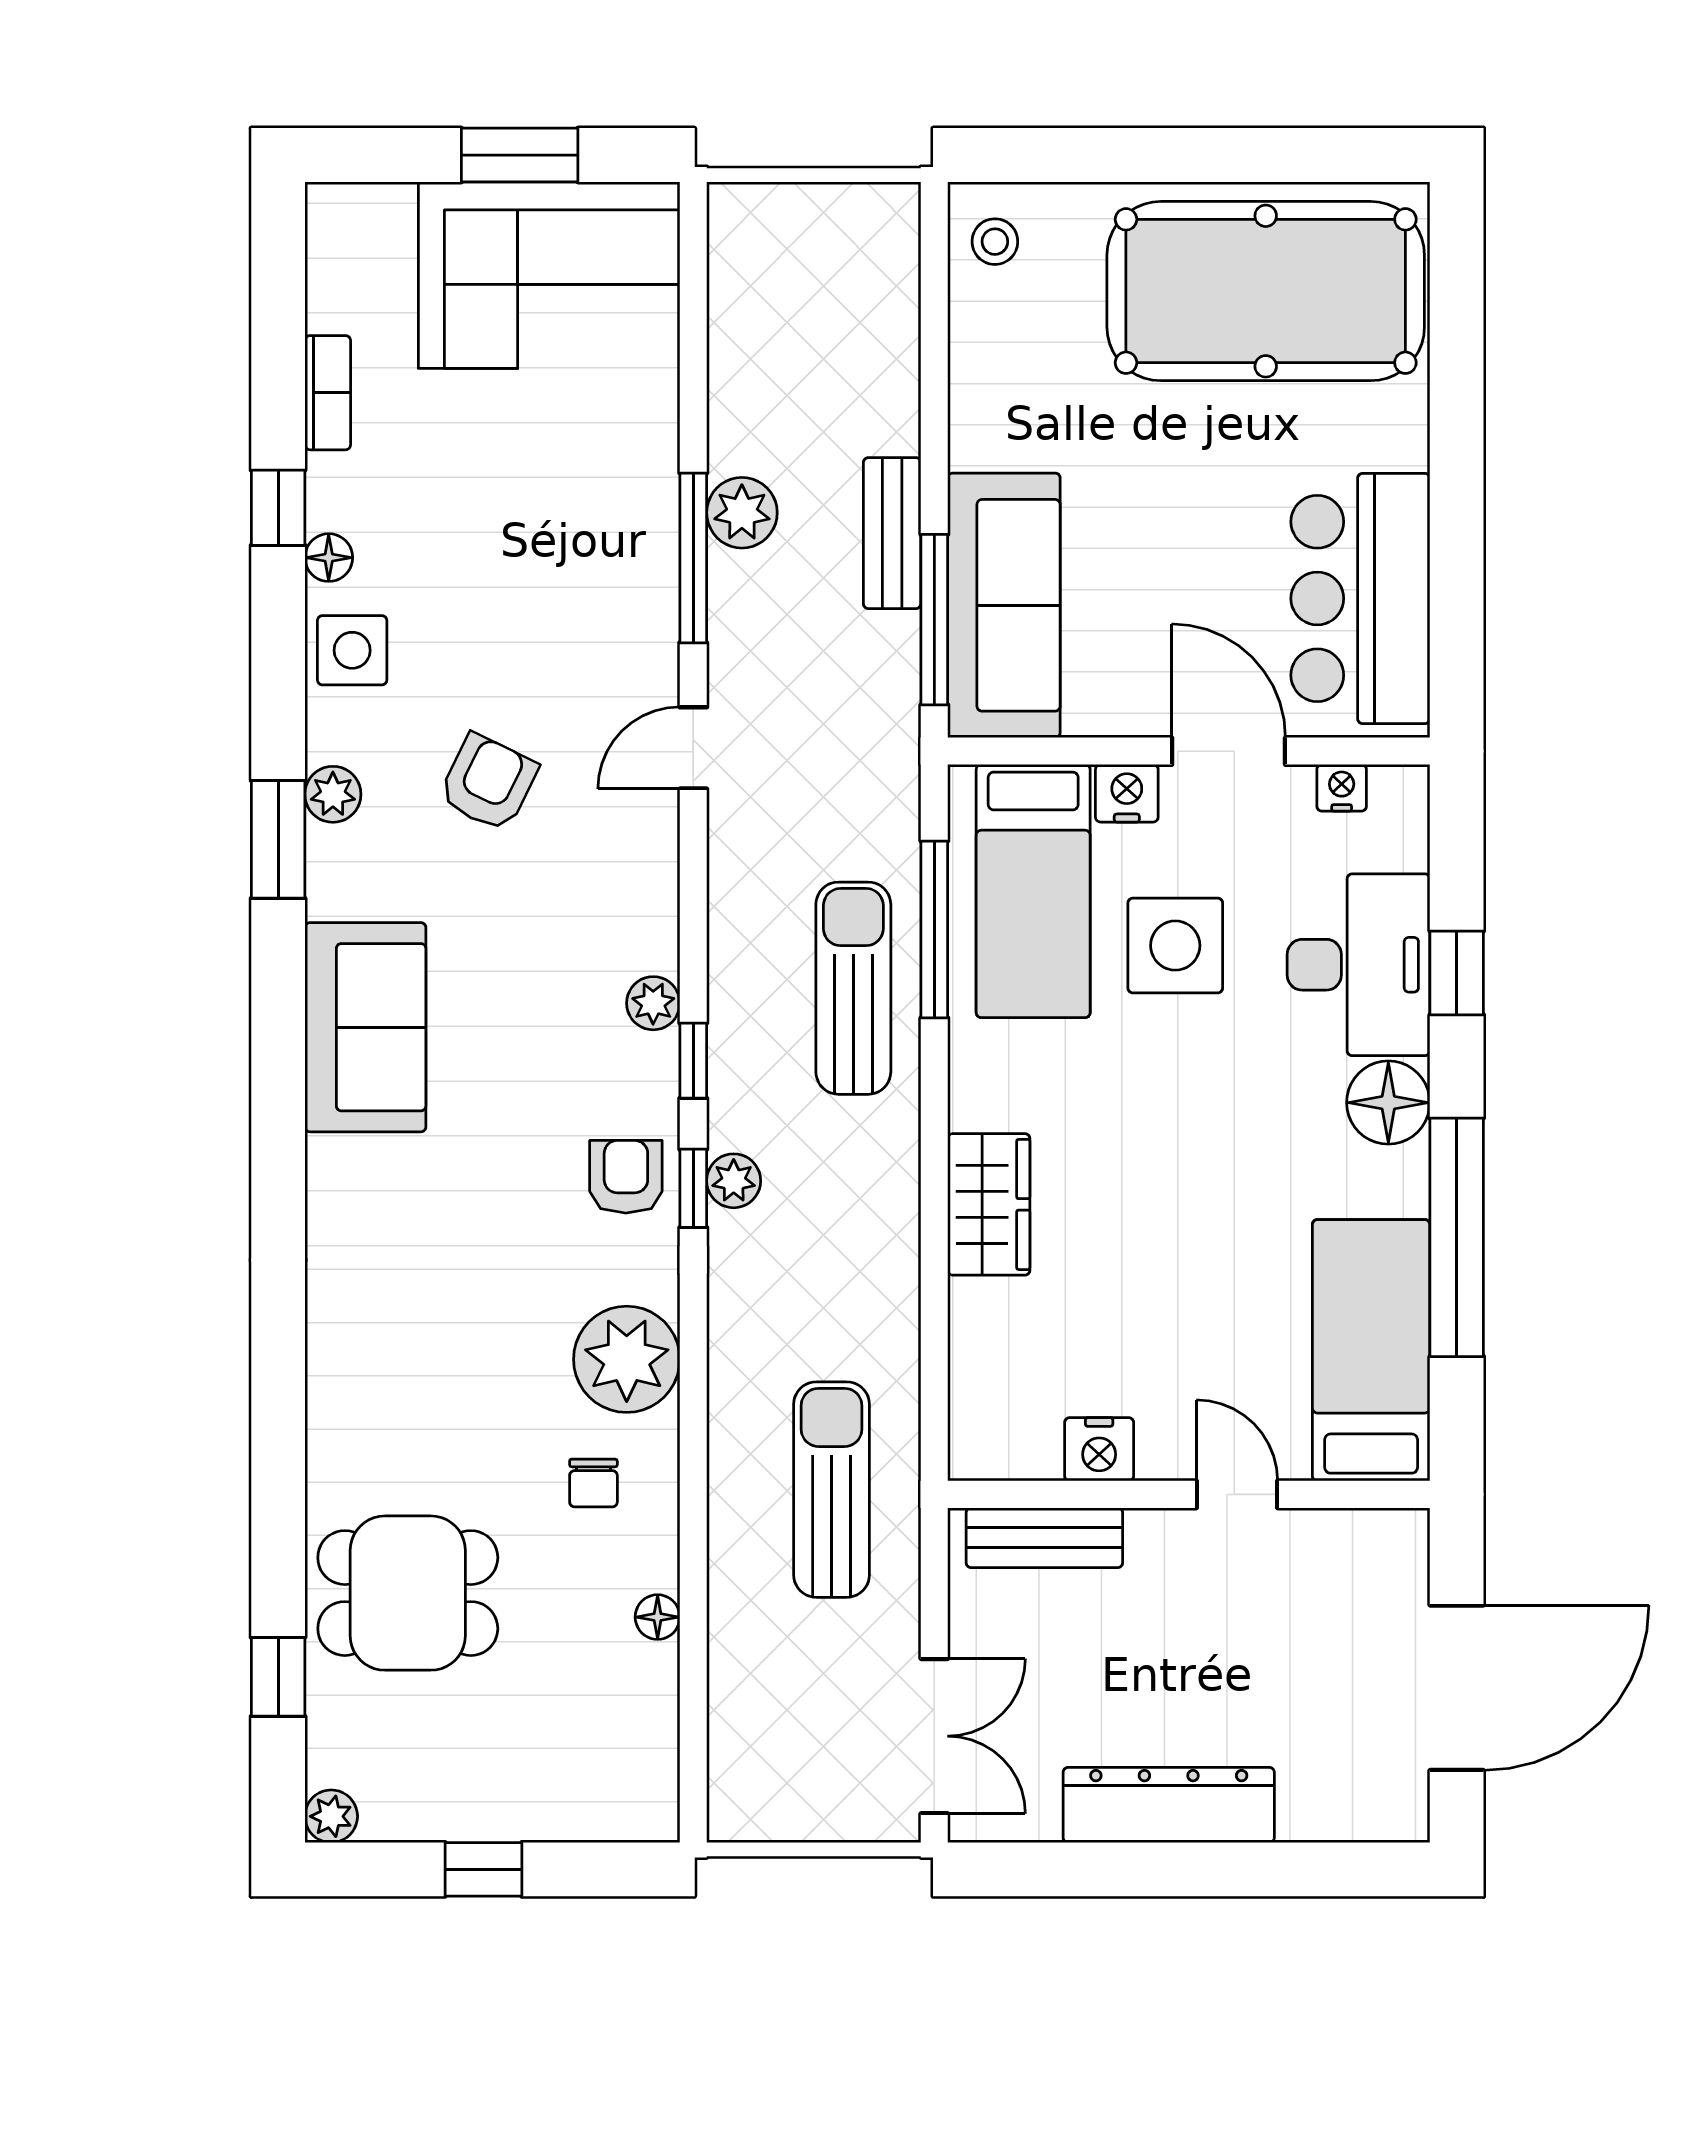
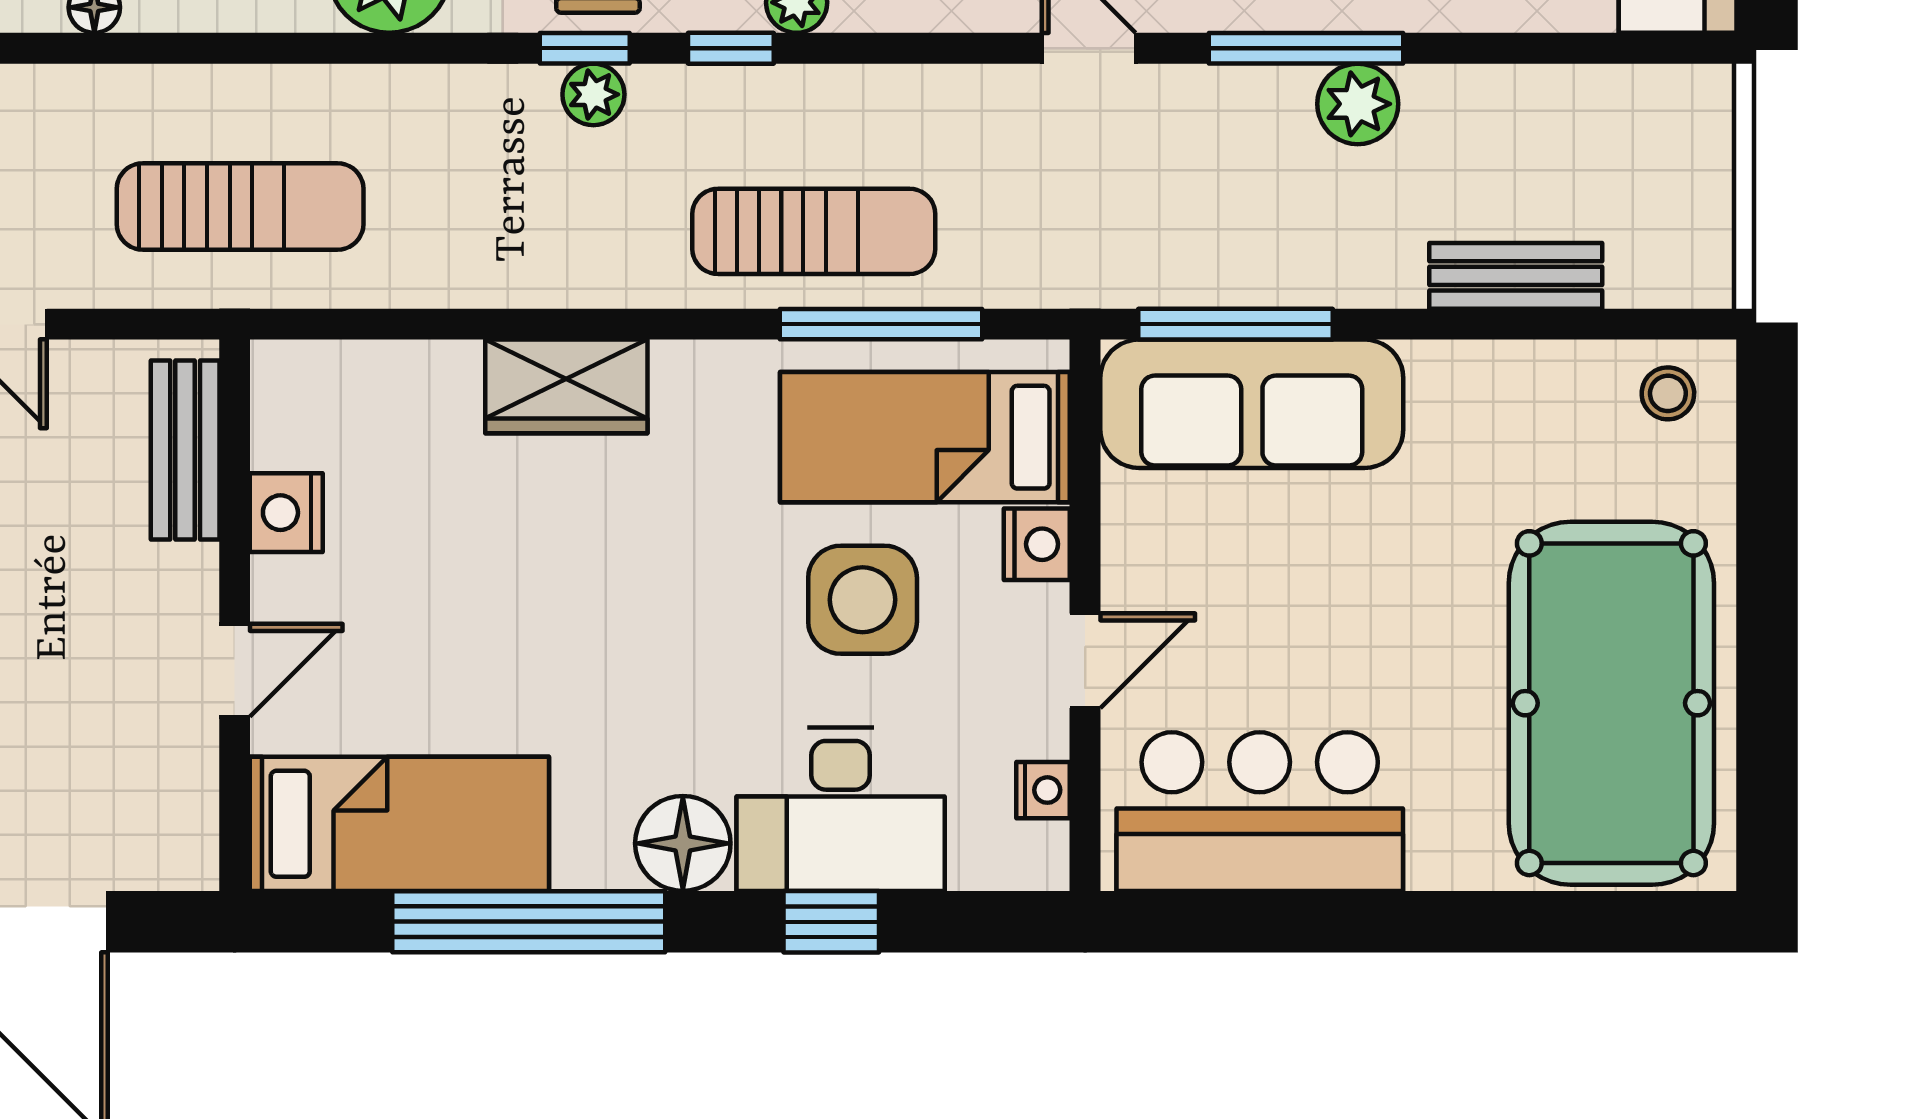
bench: (892, 533) -> (1516, 276), moved
door: (1229, 751) -> (1085, 661), width x0.73

